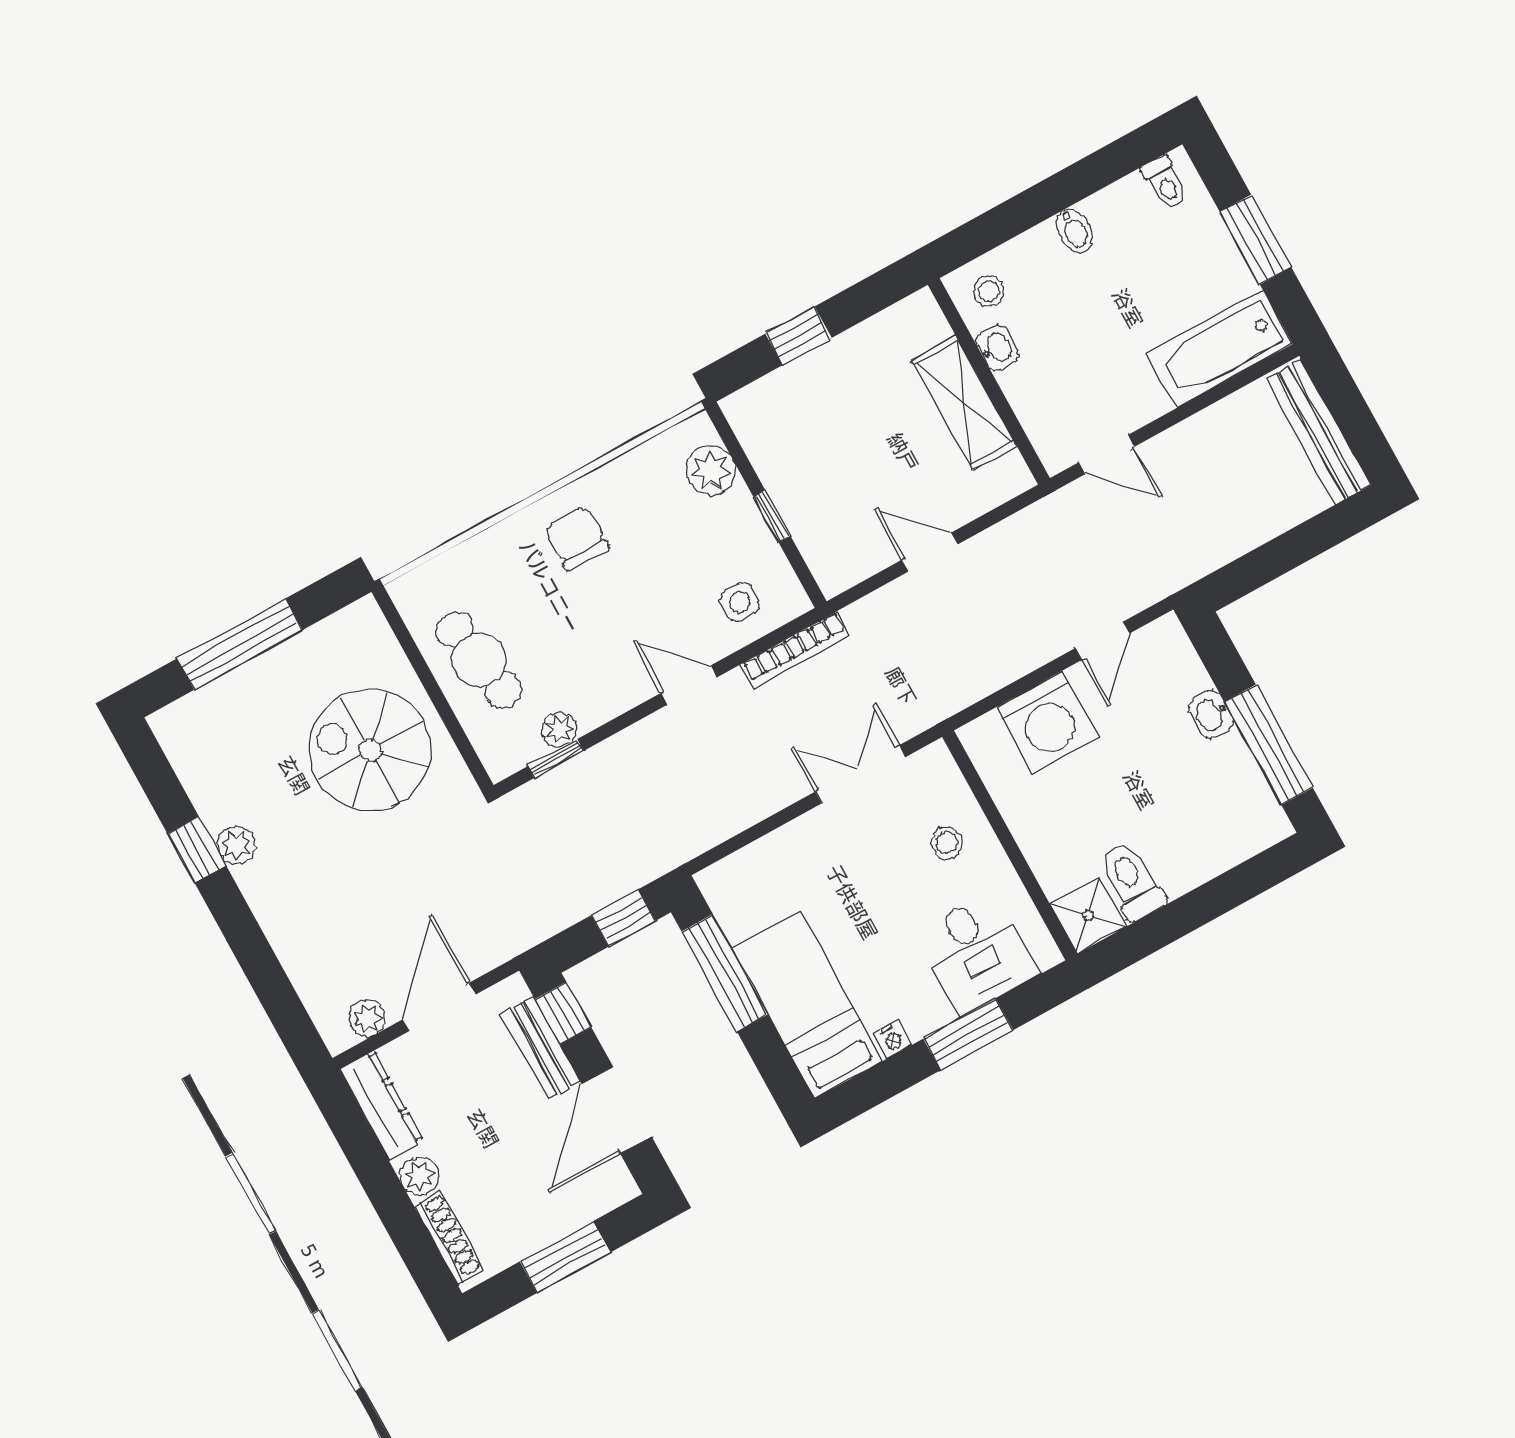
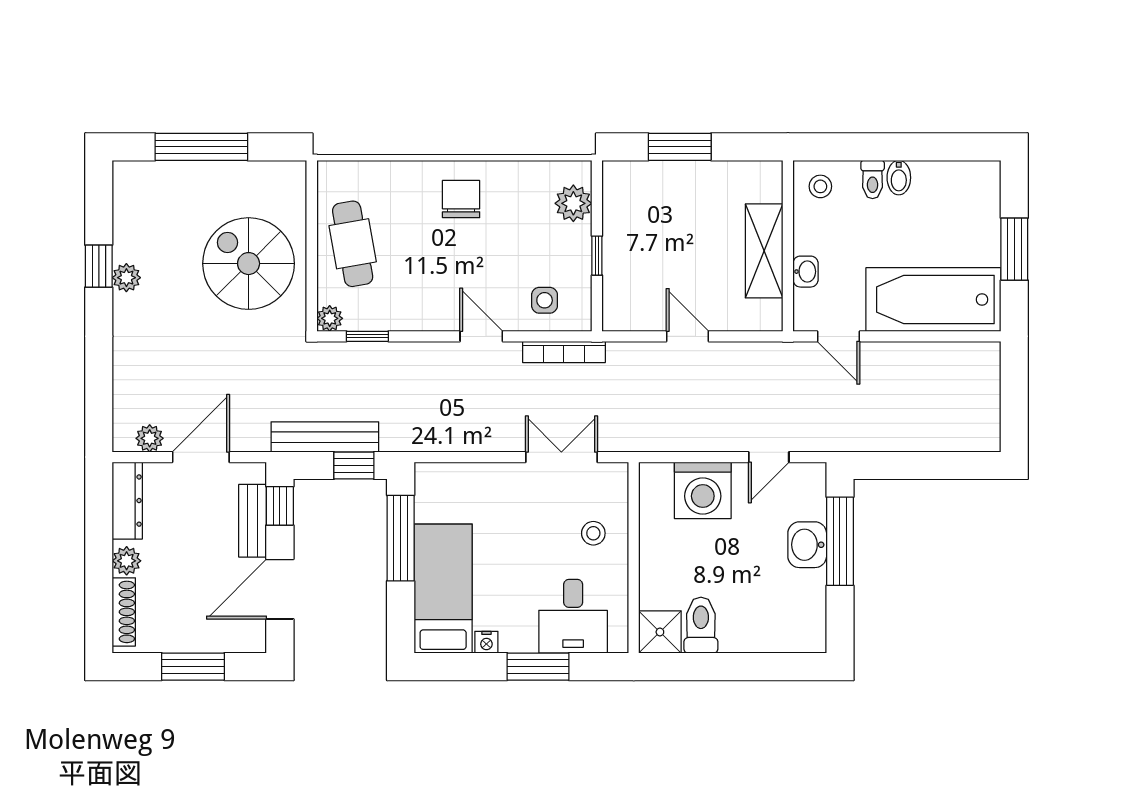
toilet: (1165, 183) -> (873, 179), moved
window: (799, 336) -> (680, 147), width x1.50
washbasin: (997, 348) -> (806, 272), moved
bathtub: (1220, 349) -> (933, 299), width x1.36, depth x1.36
bench: (1318, 432) -> (325, 437), moved, turned 90
washbasin: (1211, 715) -> (807, 545), width x1.38, depth x1.45
plant: (559, 729) -> (330, 318), moved
window: (1269, 745) -> (840, 541), moved

